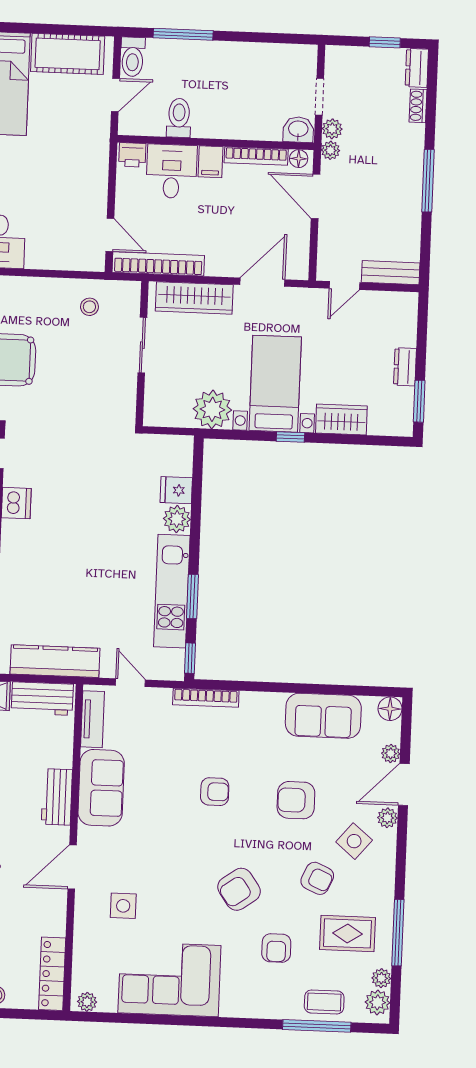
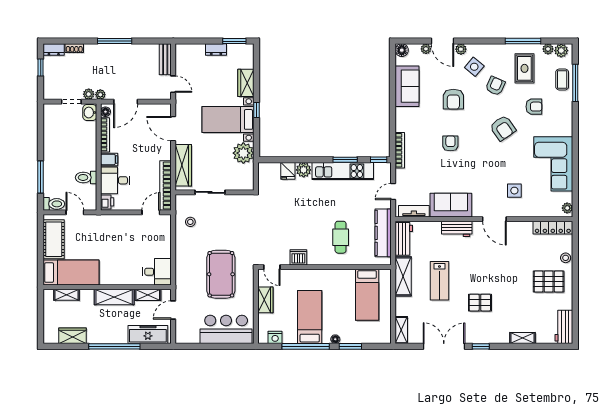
cafe table: (50, 582) -> (341, 237), added

